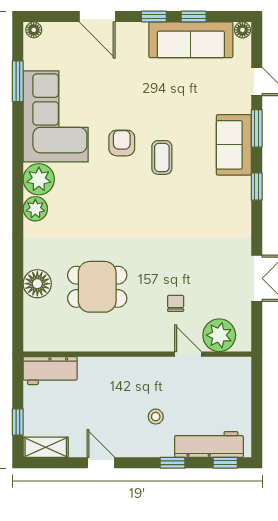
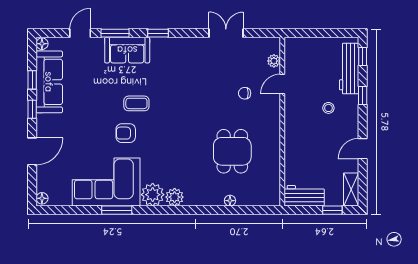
window: (18, 81) -> (117, 210), moved
floor lamp: (37, 284) -> (230, 201), width x0.53, depth x0.53
plant: (219, 335) -> (274, 61), width x0.53, depth x0.53
workbench: (50, 371) -> (304, 196), moved, turned -90

